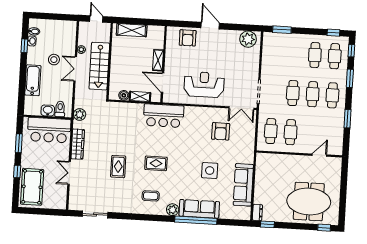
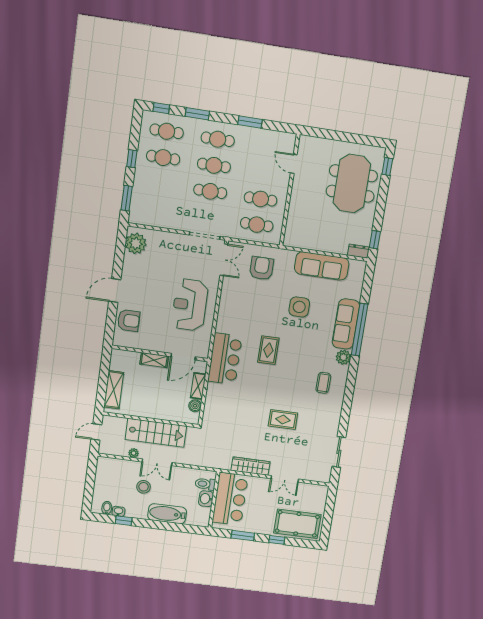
window: (333, 33) -> (132, 159), moved
plant: (80, 115) -> (214, 461), removed
armchair: (221, 131) -> (262, 268), moved, turned -90
rug: (156, 163) -> (268, 350), moved

